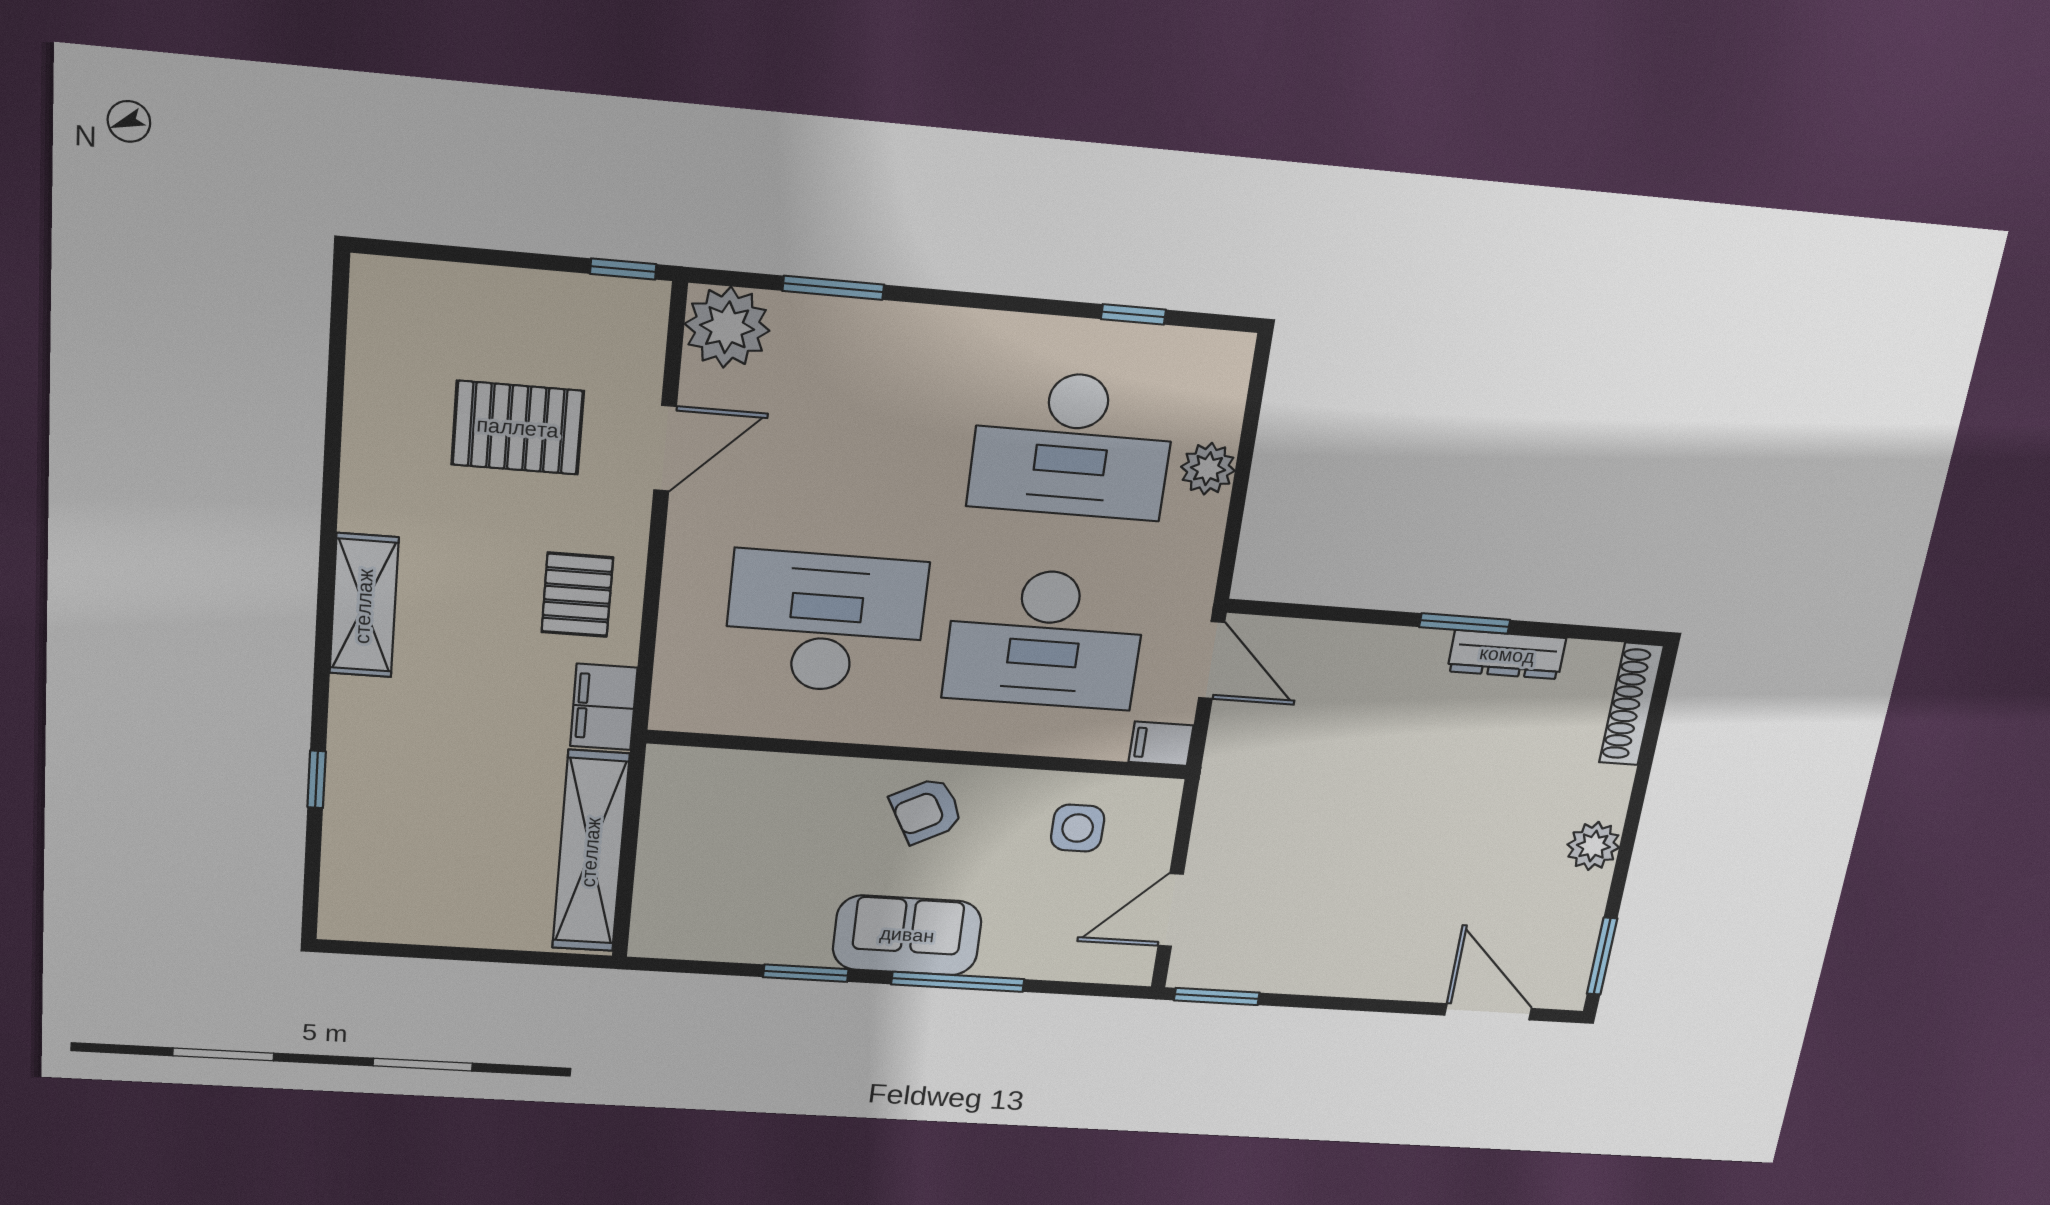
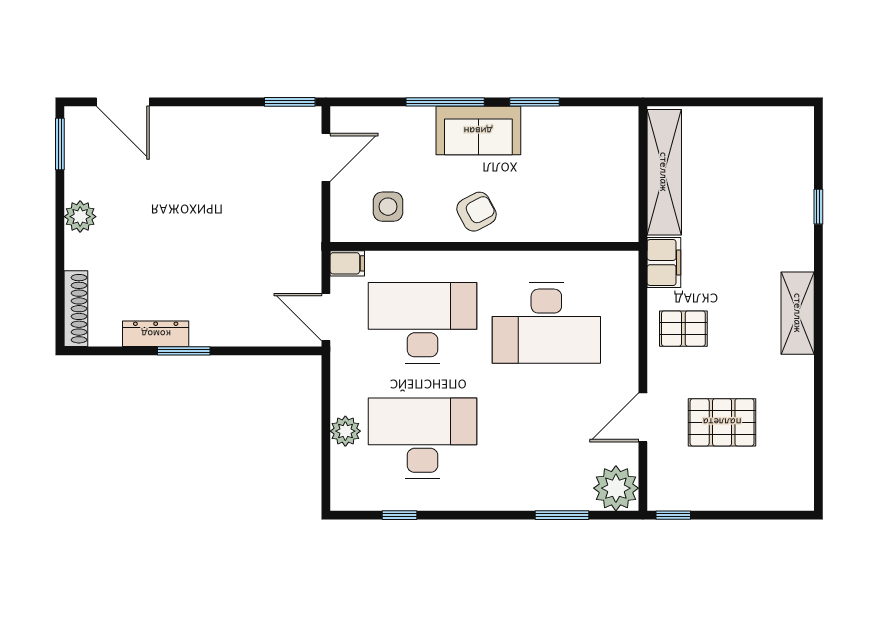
pallet: (577, 595) -> (683, 329), turned 90

